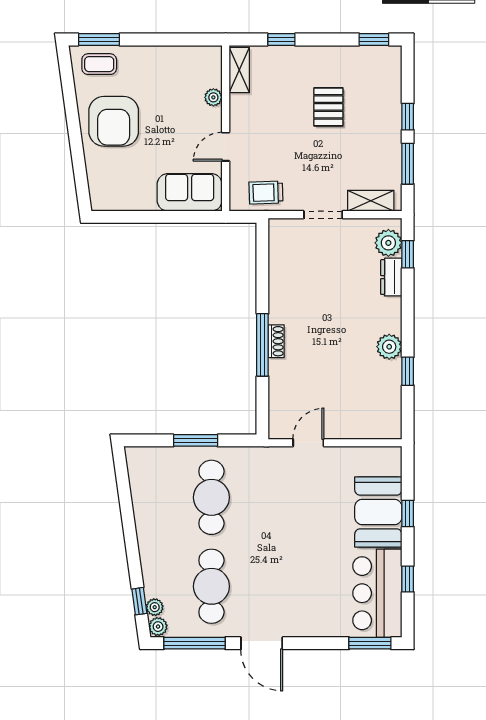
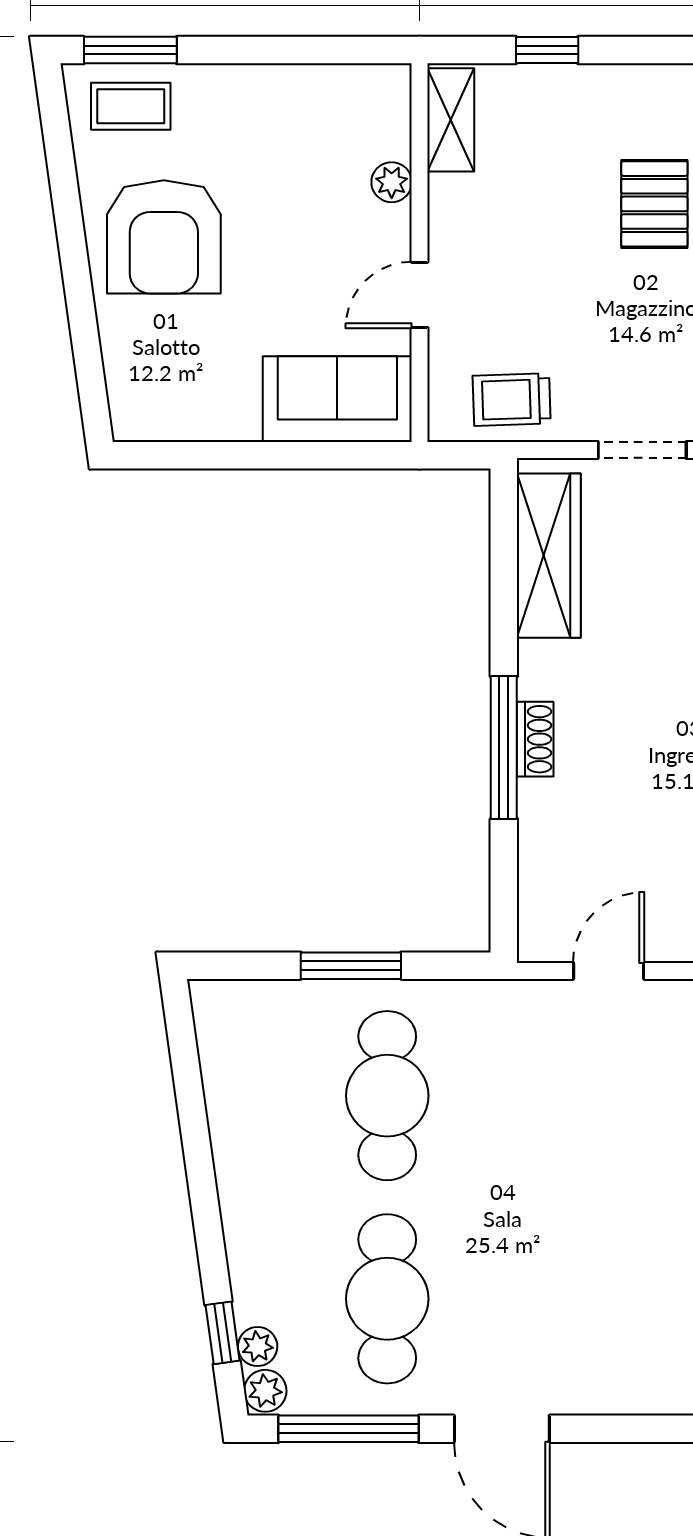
wardrobe: (282, 261) -> (549, 556), added

